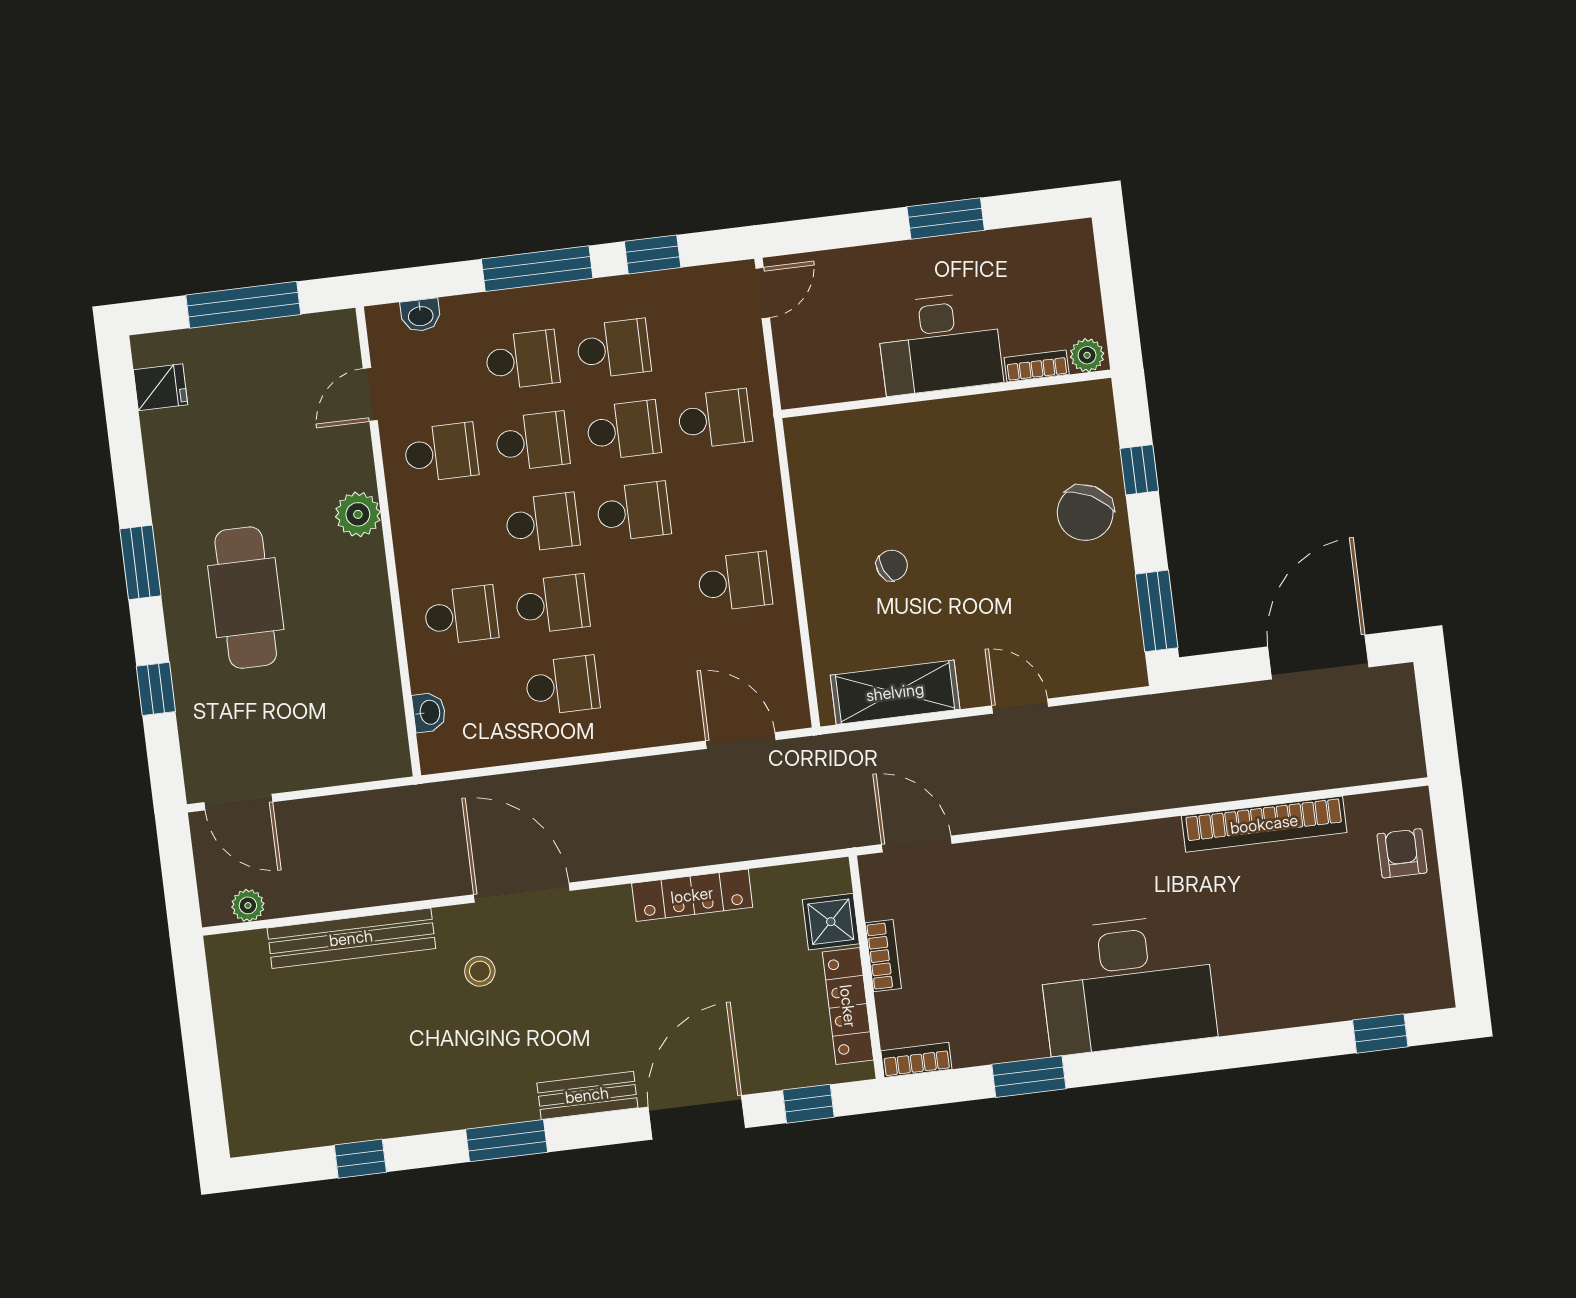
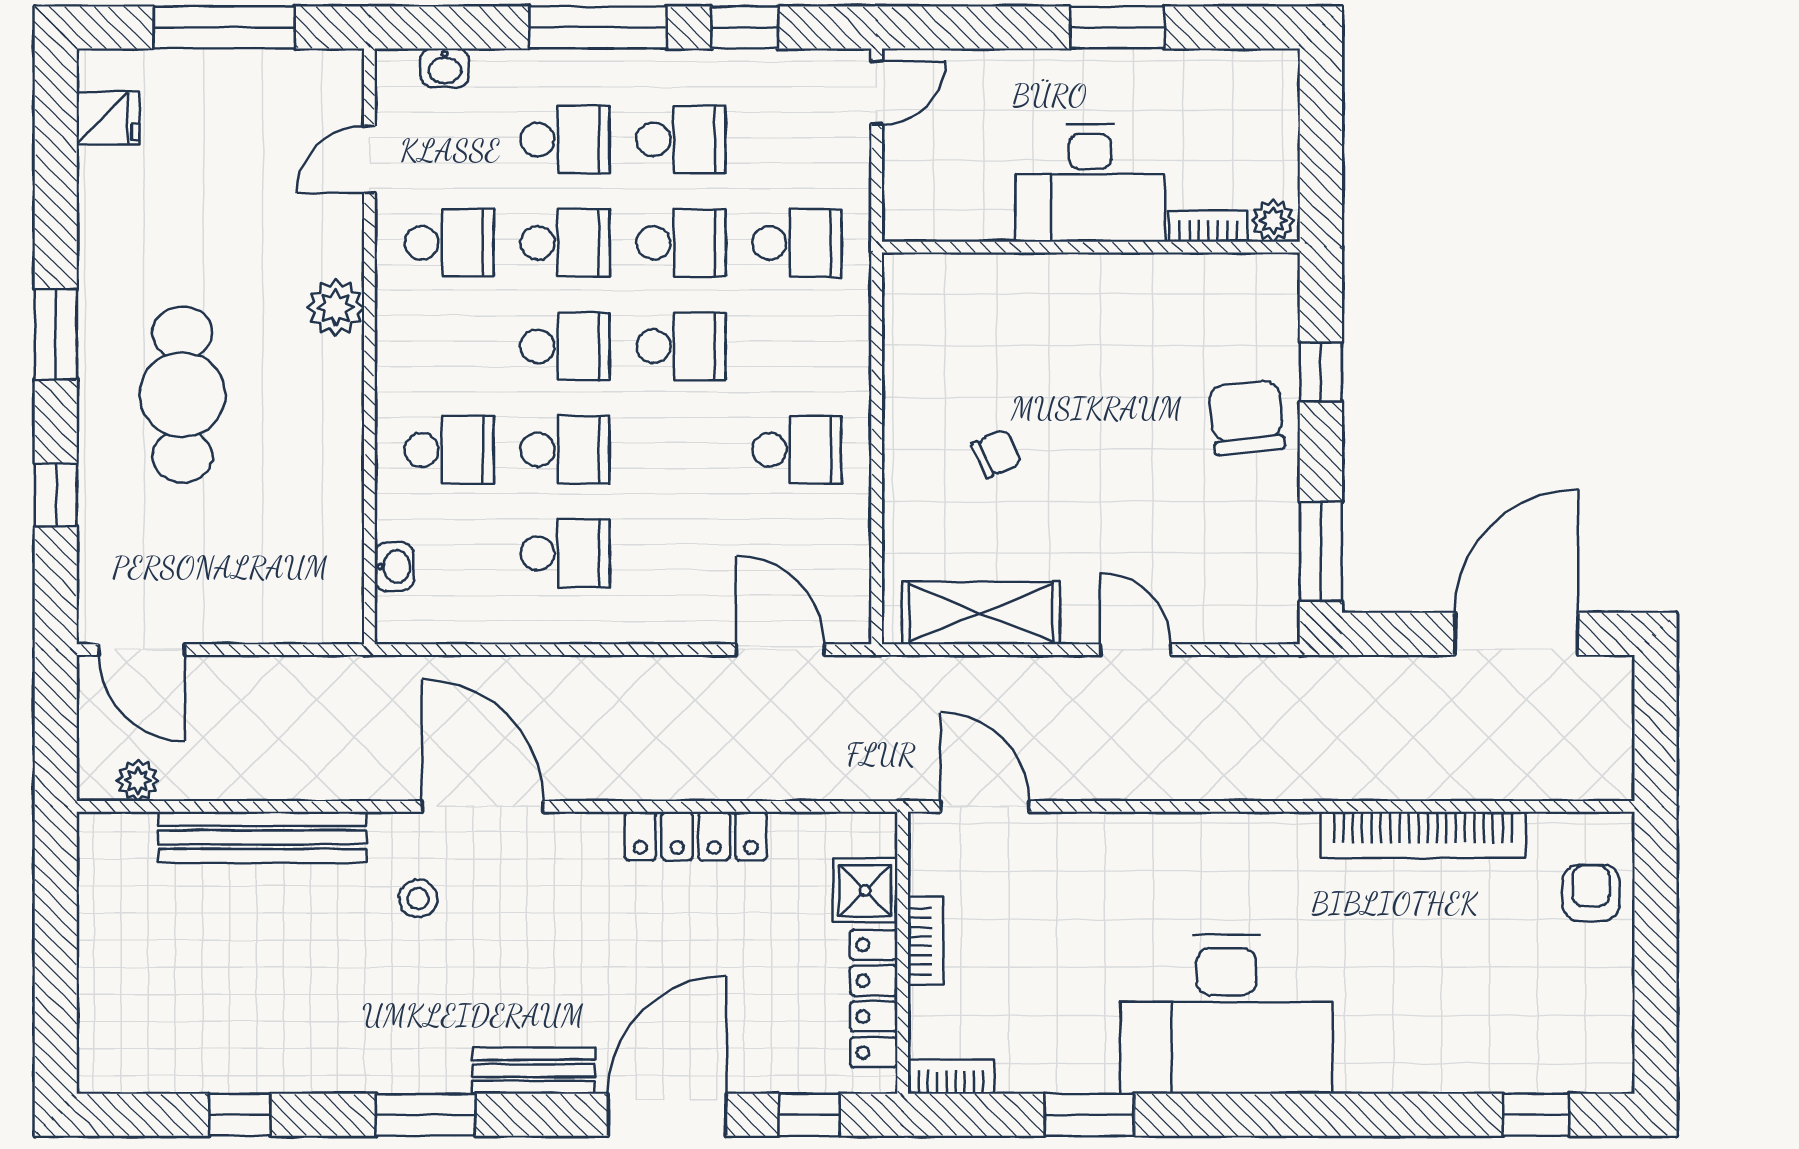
chair: (1085, 513) -> (1247, 417), turned 146

